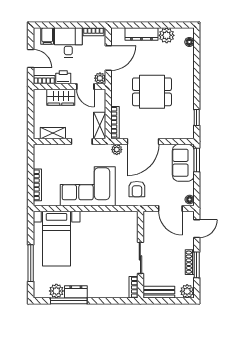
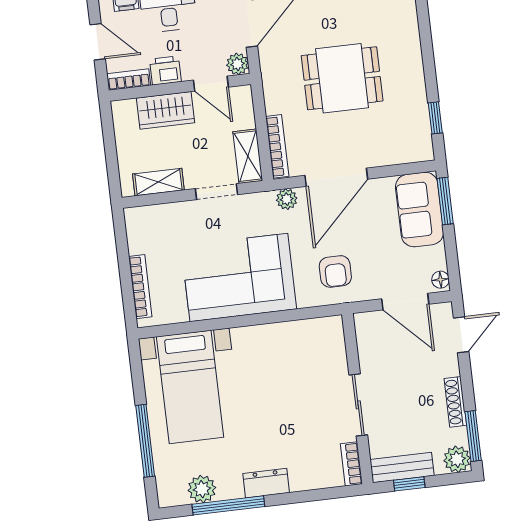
window: (197, 265) -> (473, 436), moved
dresser: (76, 292) -> (266, 483), moved
window: (161, 301) -> (409, 484), added

